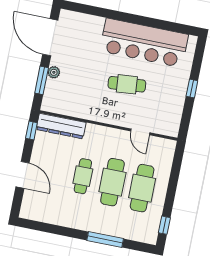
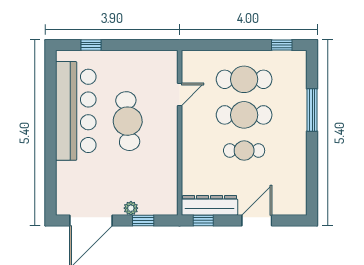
window: (42, 80) -> (143, 220), width x0.67
cafe table: (127, 84) -> (128, 121), width x1.37, depth x1.35
window: (192, 89) -> (91, 45), moved
dresser: (61, 126) -> (210, 205), moved, turned -90

